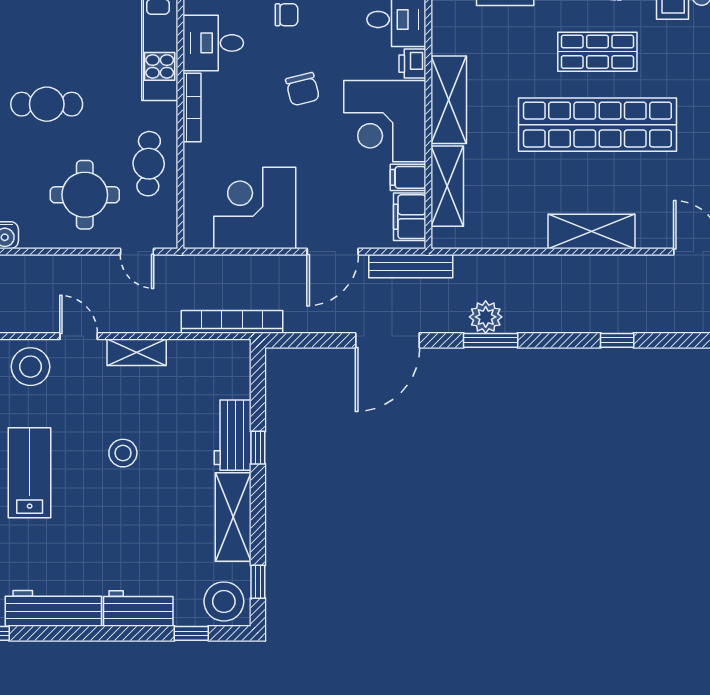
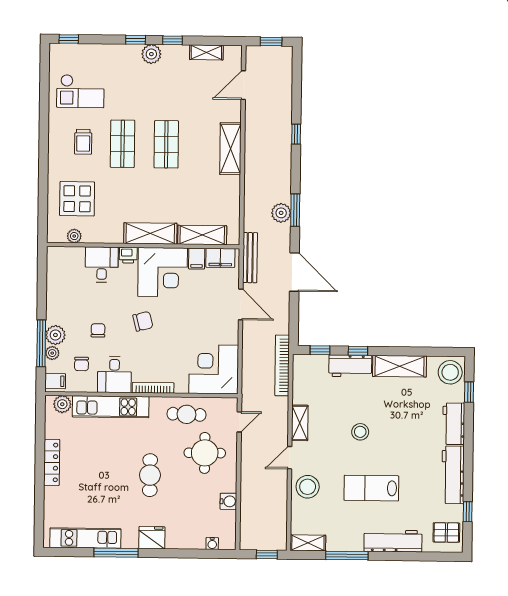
shop shelf: (597, 125) -> (166, 144), width x0.50, depth x0.74
corner desk: (255, 208) -> (214, 369), moved, turned 90
window: (258, 582) -> (320, 350), moved

